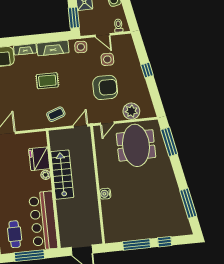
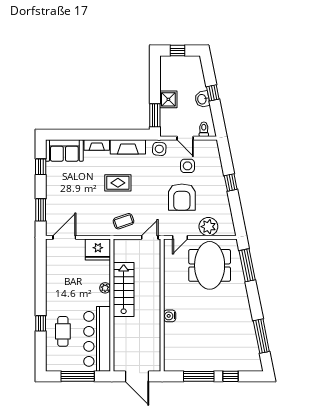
armchair: (105, 87) -> (182, 197), turned 90
fridge: (39, 159) -> (98, 249), moved, turned -90
cafe table: (15, 234) -> (63, 331), moved

